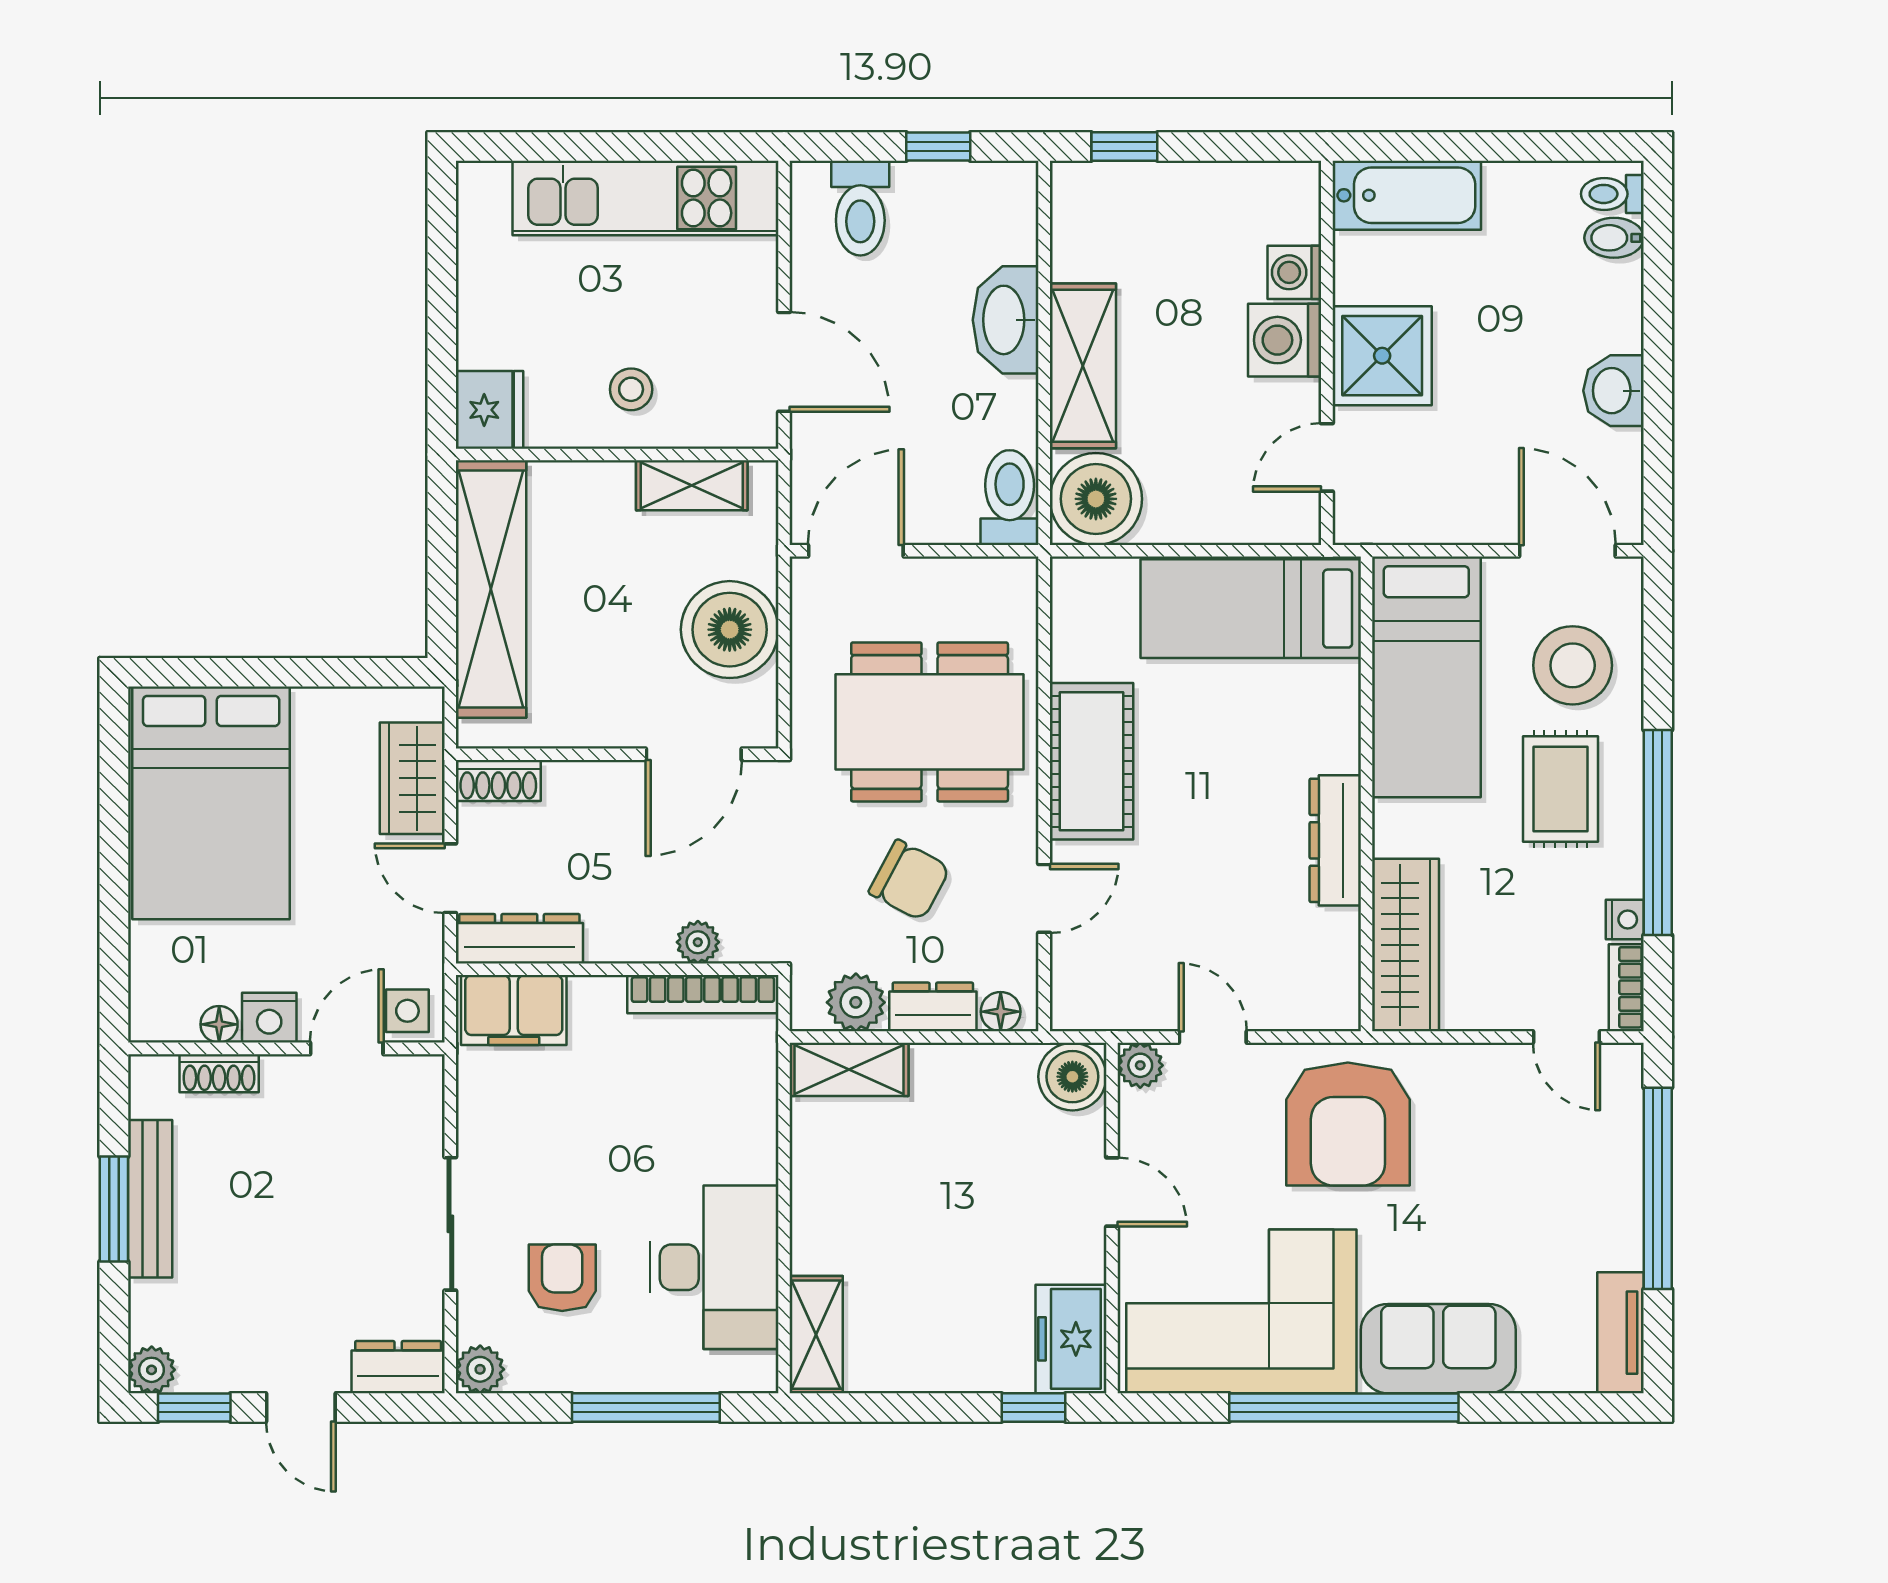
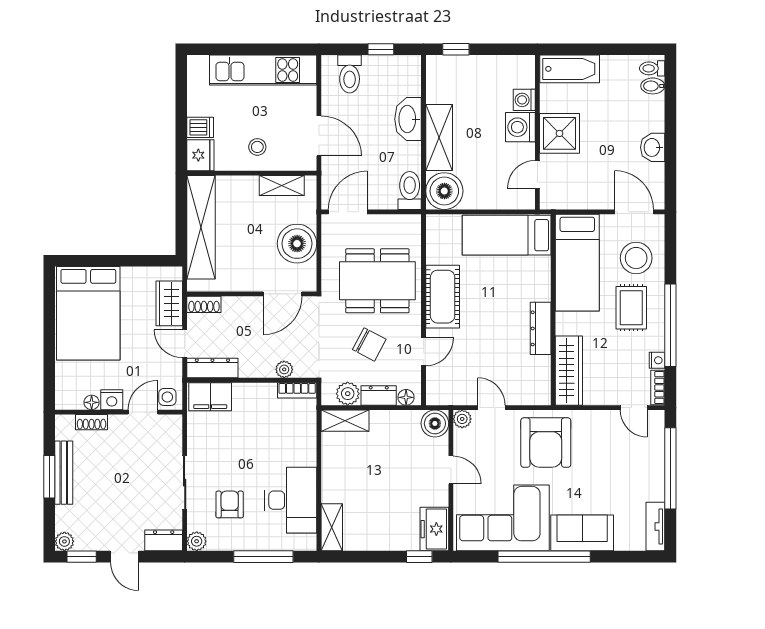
dishwasher: (489, 341) -> (200, 127), added
bookcase: (703, 994) -> (297, 390), width x0.64

